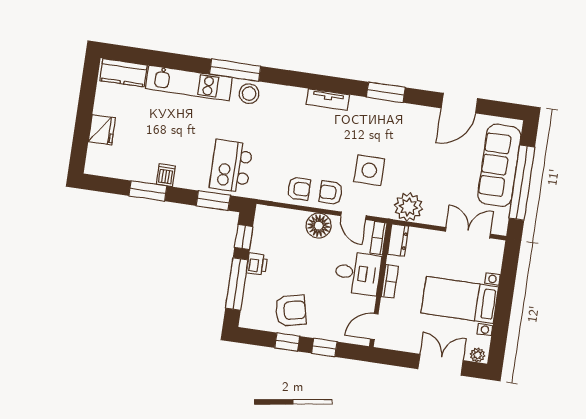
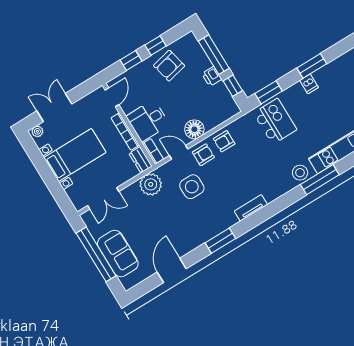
sofa: (499, 165) -> (118, 254), width x0.73
bookcase: (390, 281) -> (125, 132), width x1.56
double door: (441, 365) -> (54, 107), swing flipped

